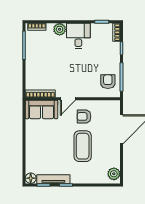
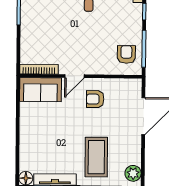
coffee table: (83, 146) -> (96, 157), moved

